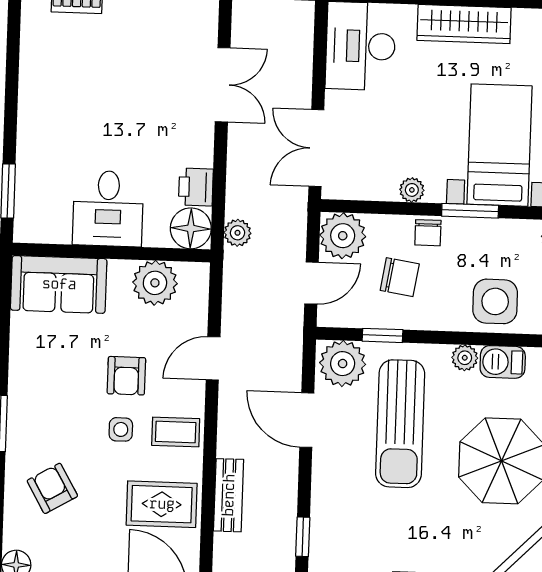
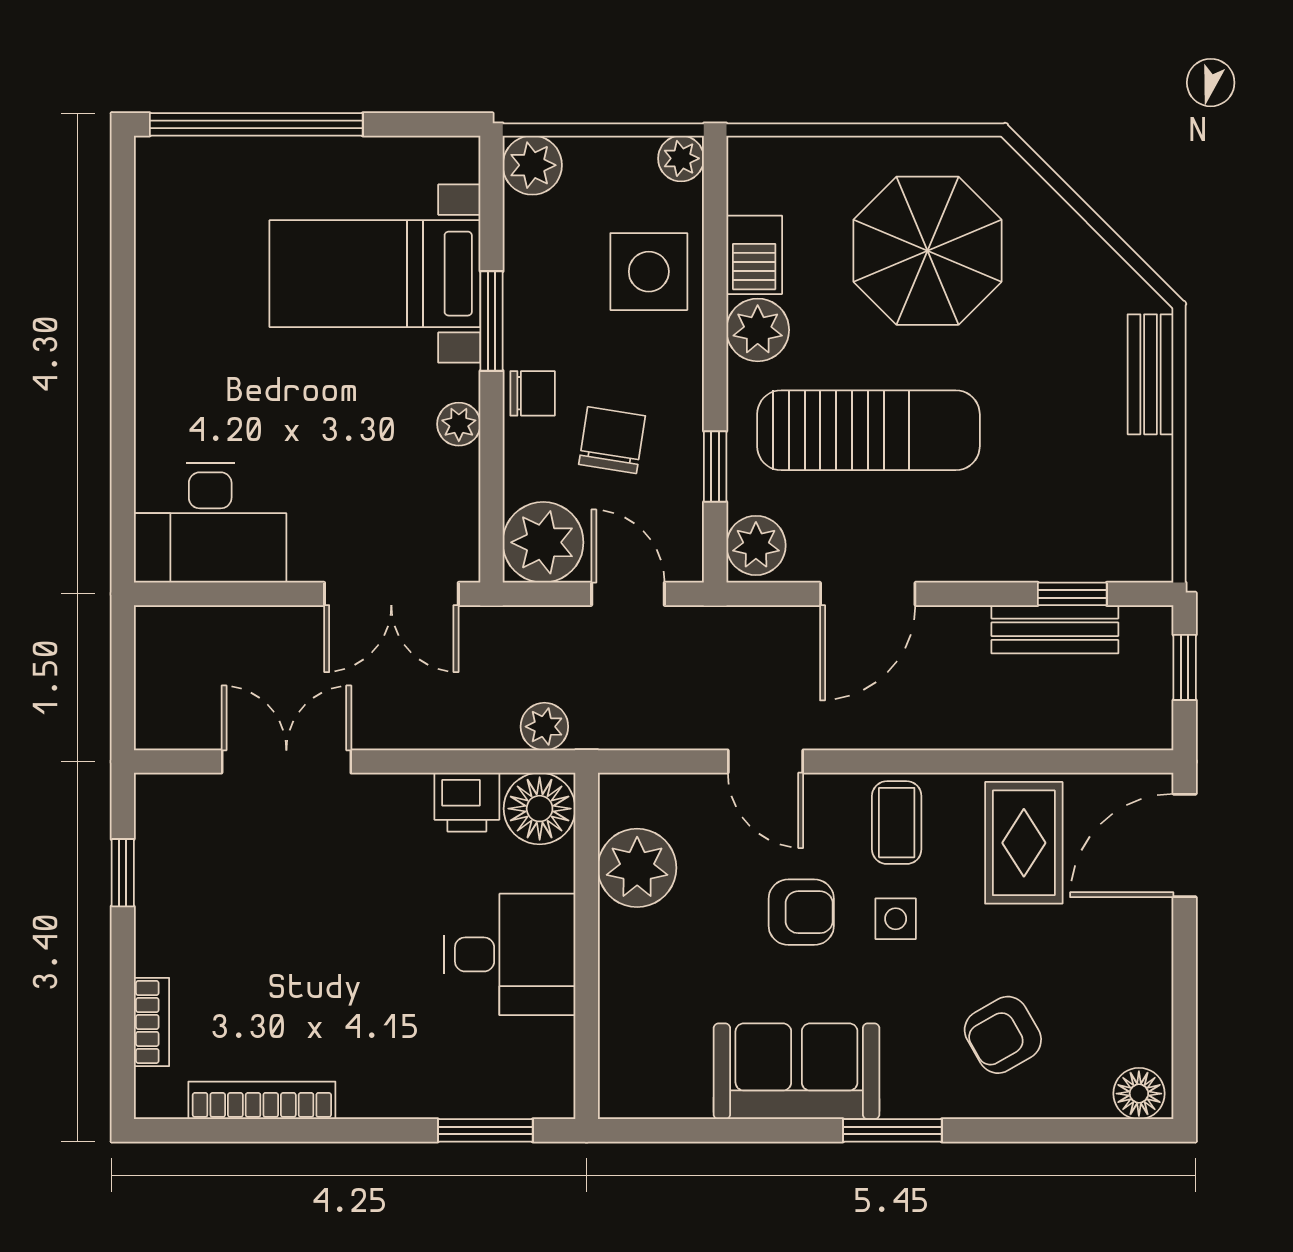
wardrobe: (464, 24) -> (165, 343), removed
bookcase: (30, 64) -> (262, 1100), added
sofa: (59, 284) -> (796, 1071), moved, turned -90
plant: (465, 358) -> (758, 330), width x1.38, depth x1.38
plant: (343, 364) -> (756, 545), width x0.73, depth x0.73
bench: (229, 495) -> (1055, 629), moved

